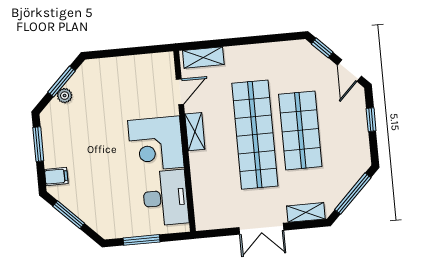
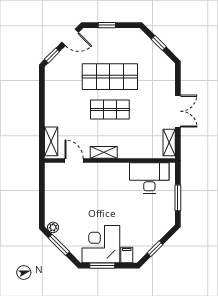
plant: (65, 96) -> (53, 227), moved
shop shelf: (255, 135) -> (110, 110), width x0.50, depth x0.74
corner desk: (156, 144) -> (101, 244), moved, turned 180
window: (353, 194) -> (159, 43), width x0.46
shelving: (306, 212) -> (169, 143), moved
window: (69, 215) -> (155, 249), width x0.67

